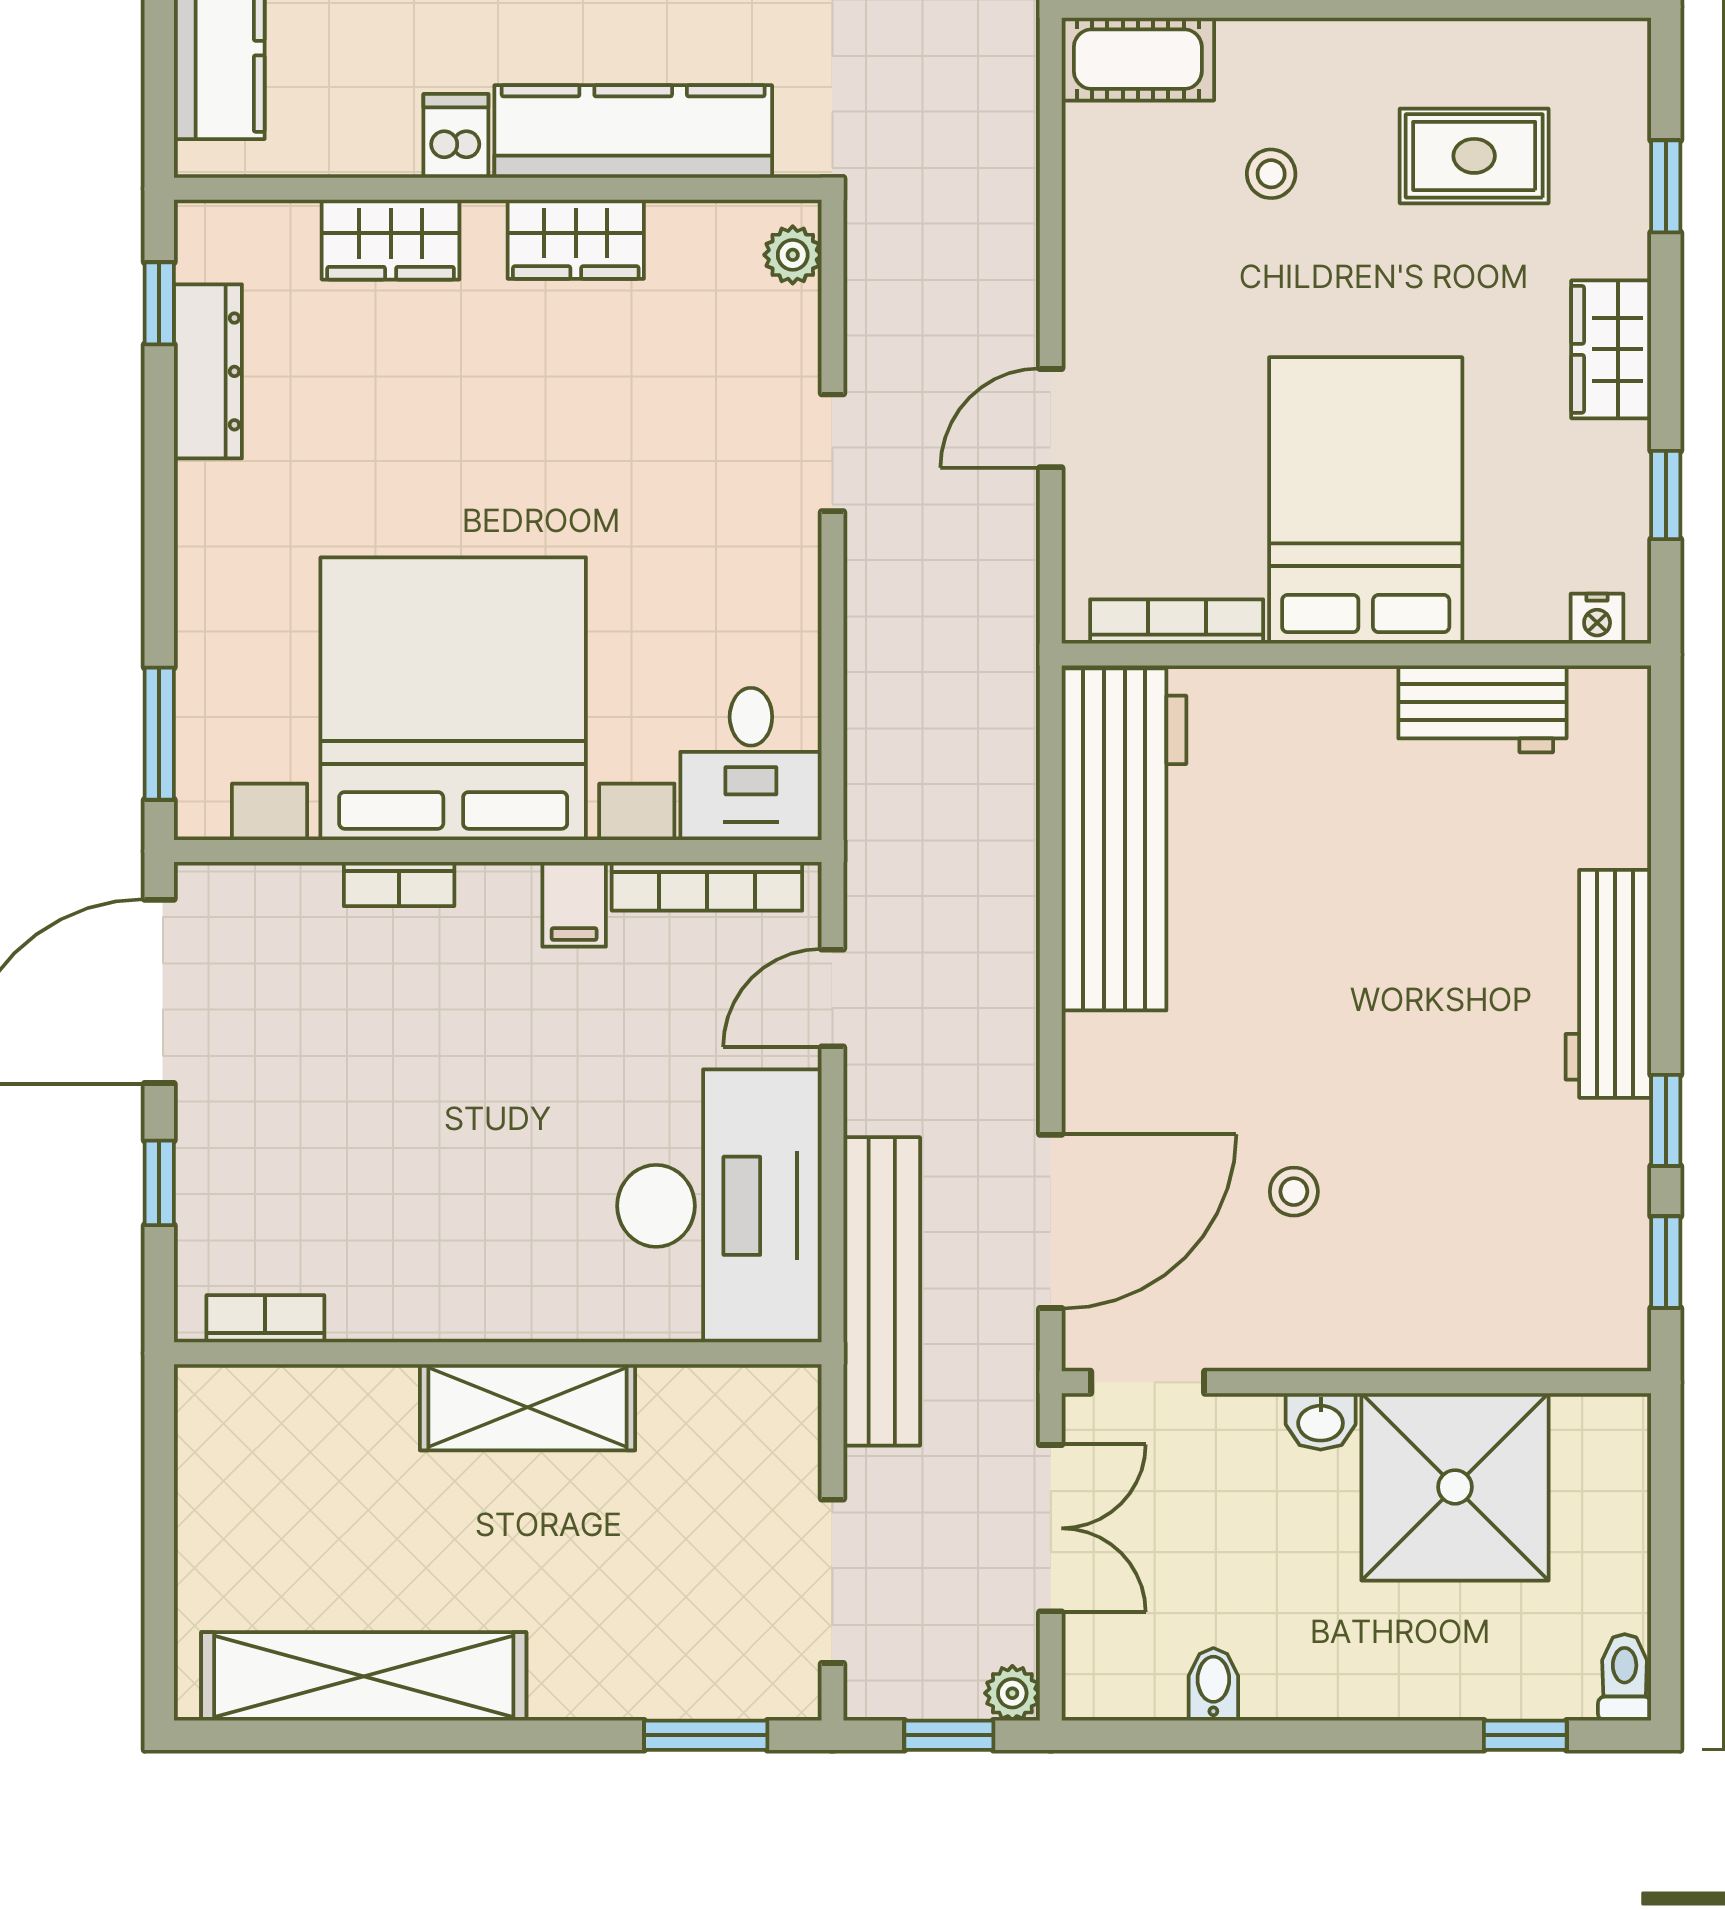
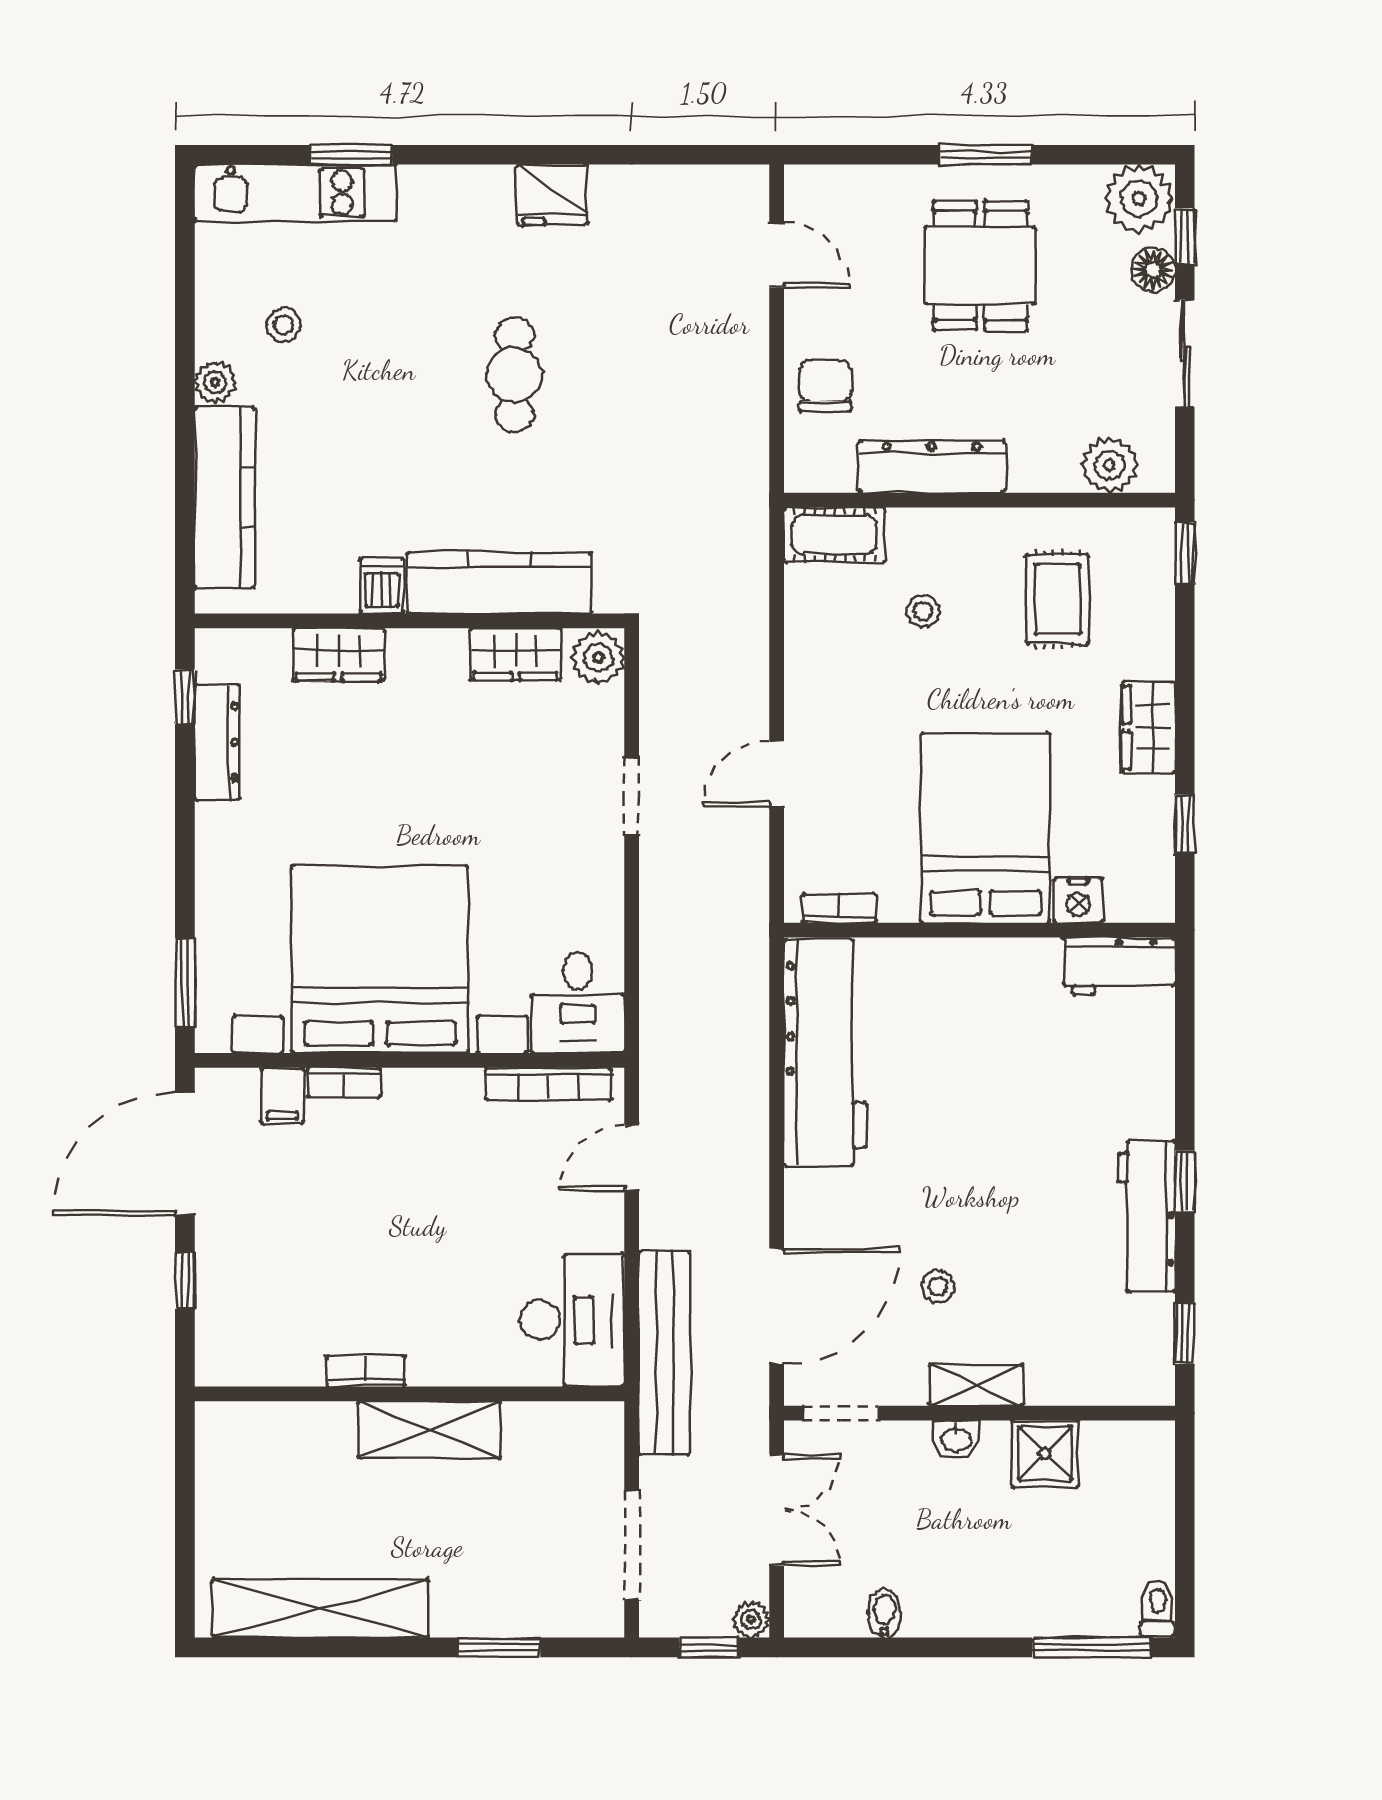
rug: (1474, 156) -> (1058, 599), turned 90
window: (1666, 186) -> (1185, 553), moved
wardrobe: (576, 239) -> (516, 654), moved
plant: (793, 255) -> (598, 658), width x1.38, depth x1.38
nightstand: (1597, 619) -> (1078, 900), moved, width x1.39, depth x1.35
bookcase: (1177, 621) -> (839, 908), width x0.64
workbench: (1482, 709) -> (1119, 966), moved
filing cabinet: (574, 904) -> (282, 1096), moved
workbench: (1608, 984) -> (1147, 1216), moved
window: (1666, 1120) -> (1185, 1181), moved
desk: (719, 1206) -> (572, 1320), width x0.73, depth x0.77
bookcase: (265, 1319) -> (366, 1371), moved
shelving: (1352, 1340) -> (976, 1385), added
shower: (1455, 1487) -> (1045, 1454), width x0.54, depth x0.54
window: (706, 1735) -> (499, 1647), moved
window: (1525, 1735) -> (1092, 1647), width x2.17

